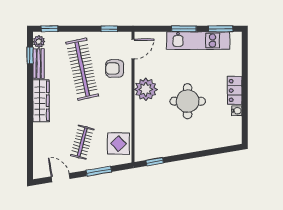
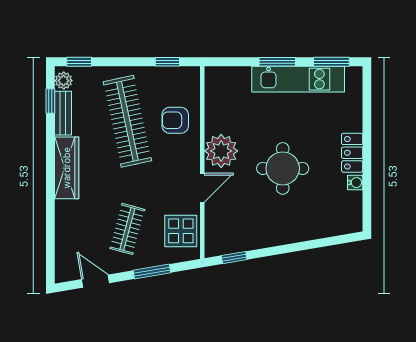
door: (133, 49) -> (202, 188), moved

